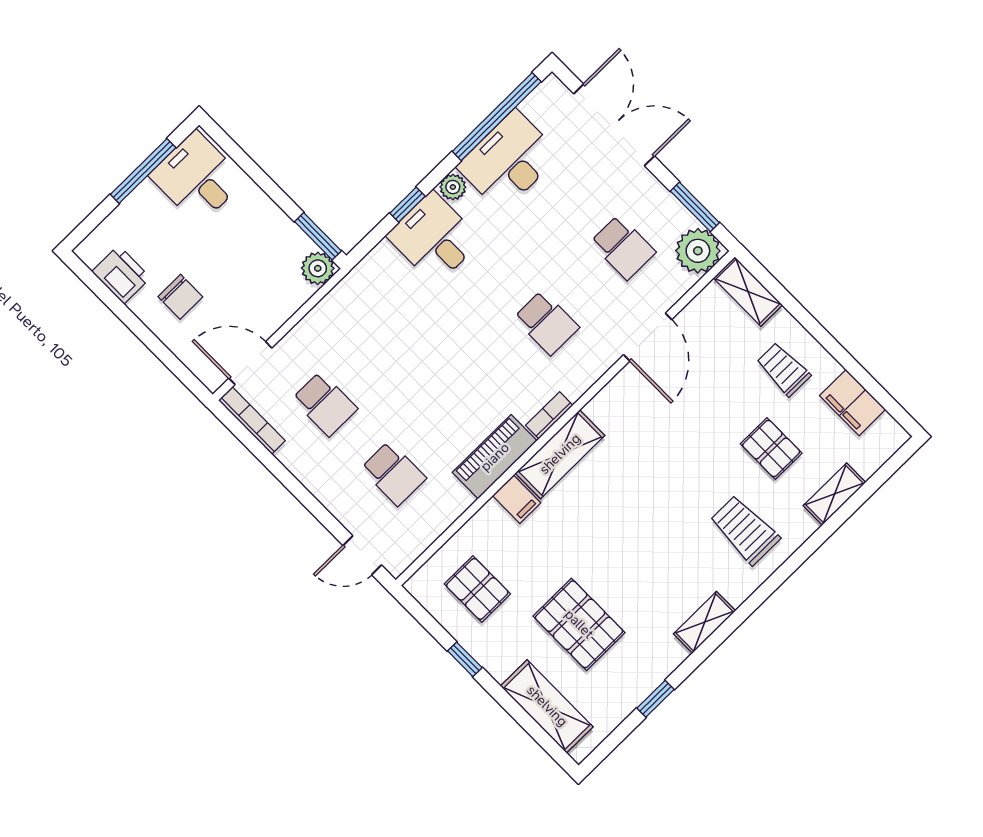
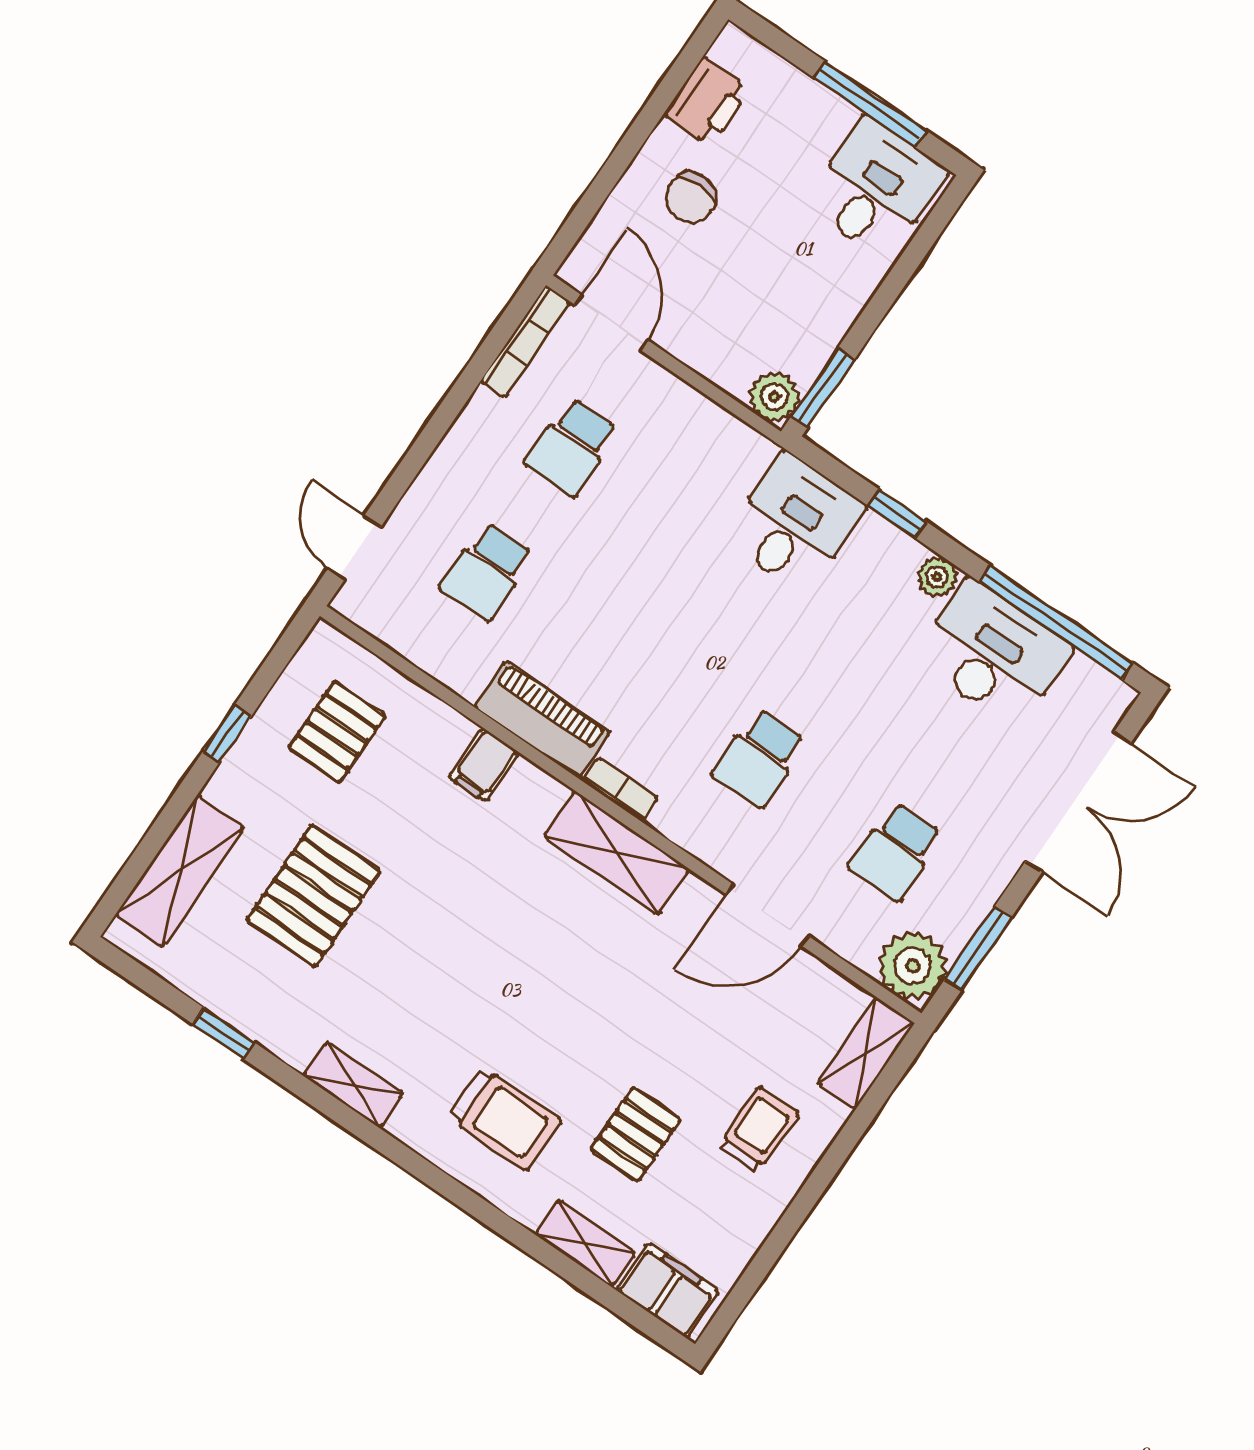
desk: (434, 238) -> (795, 523), moved
filing cabinet: (853, 403) -> (667, 1290), moved, turned 90
shelving: (560, 454) -> (617, 853), moved
trolley: (745, 530) -> (505, 1119), turned 90

